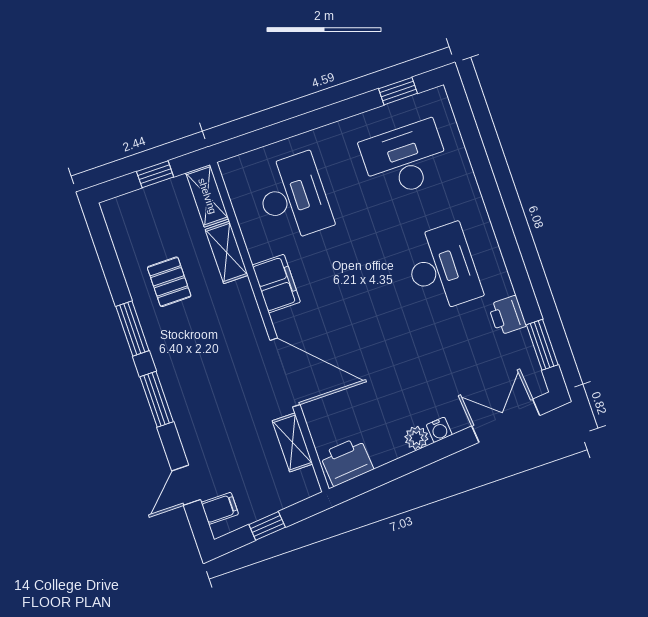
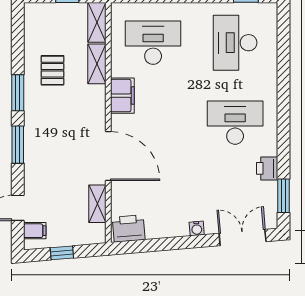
desk: (405, 159) -> (235, 43), turned -90
desk: (293, 197) -> (153, 43), turned -90
desk: (442, 268) -> (235, 123), turned -90
plant: (416, 438) -> (180, 229), removed

